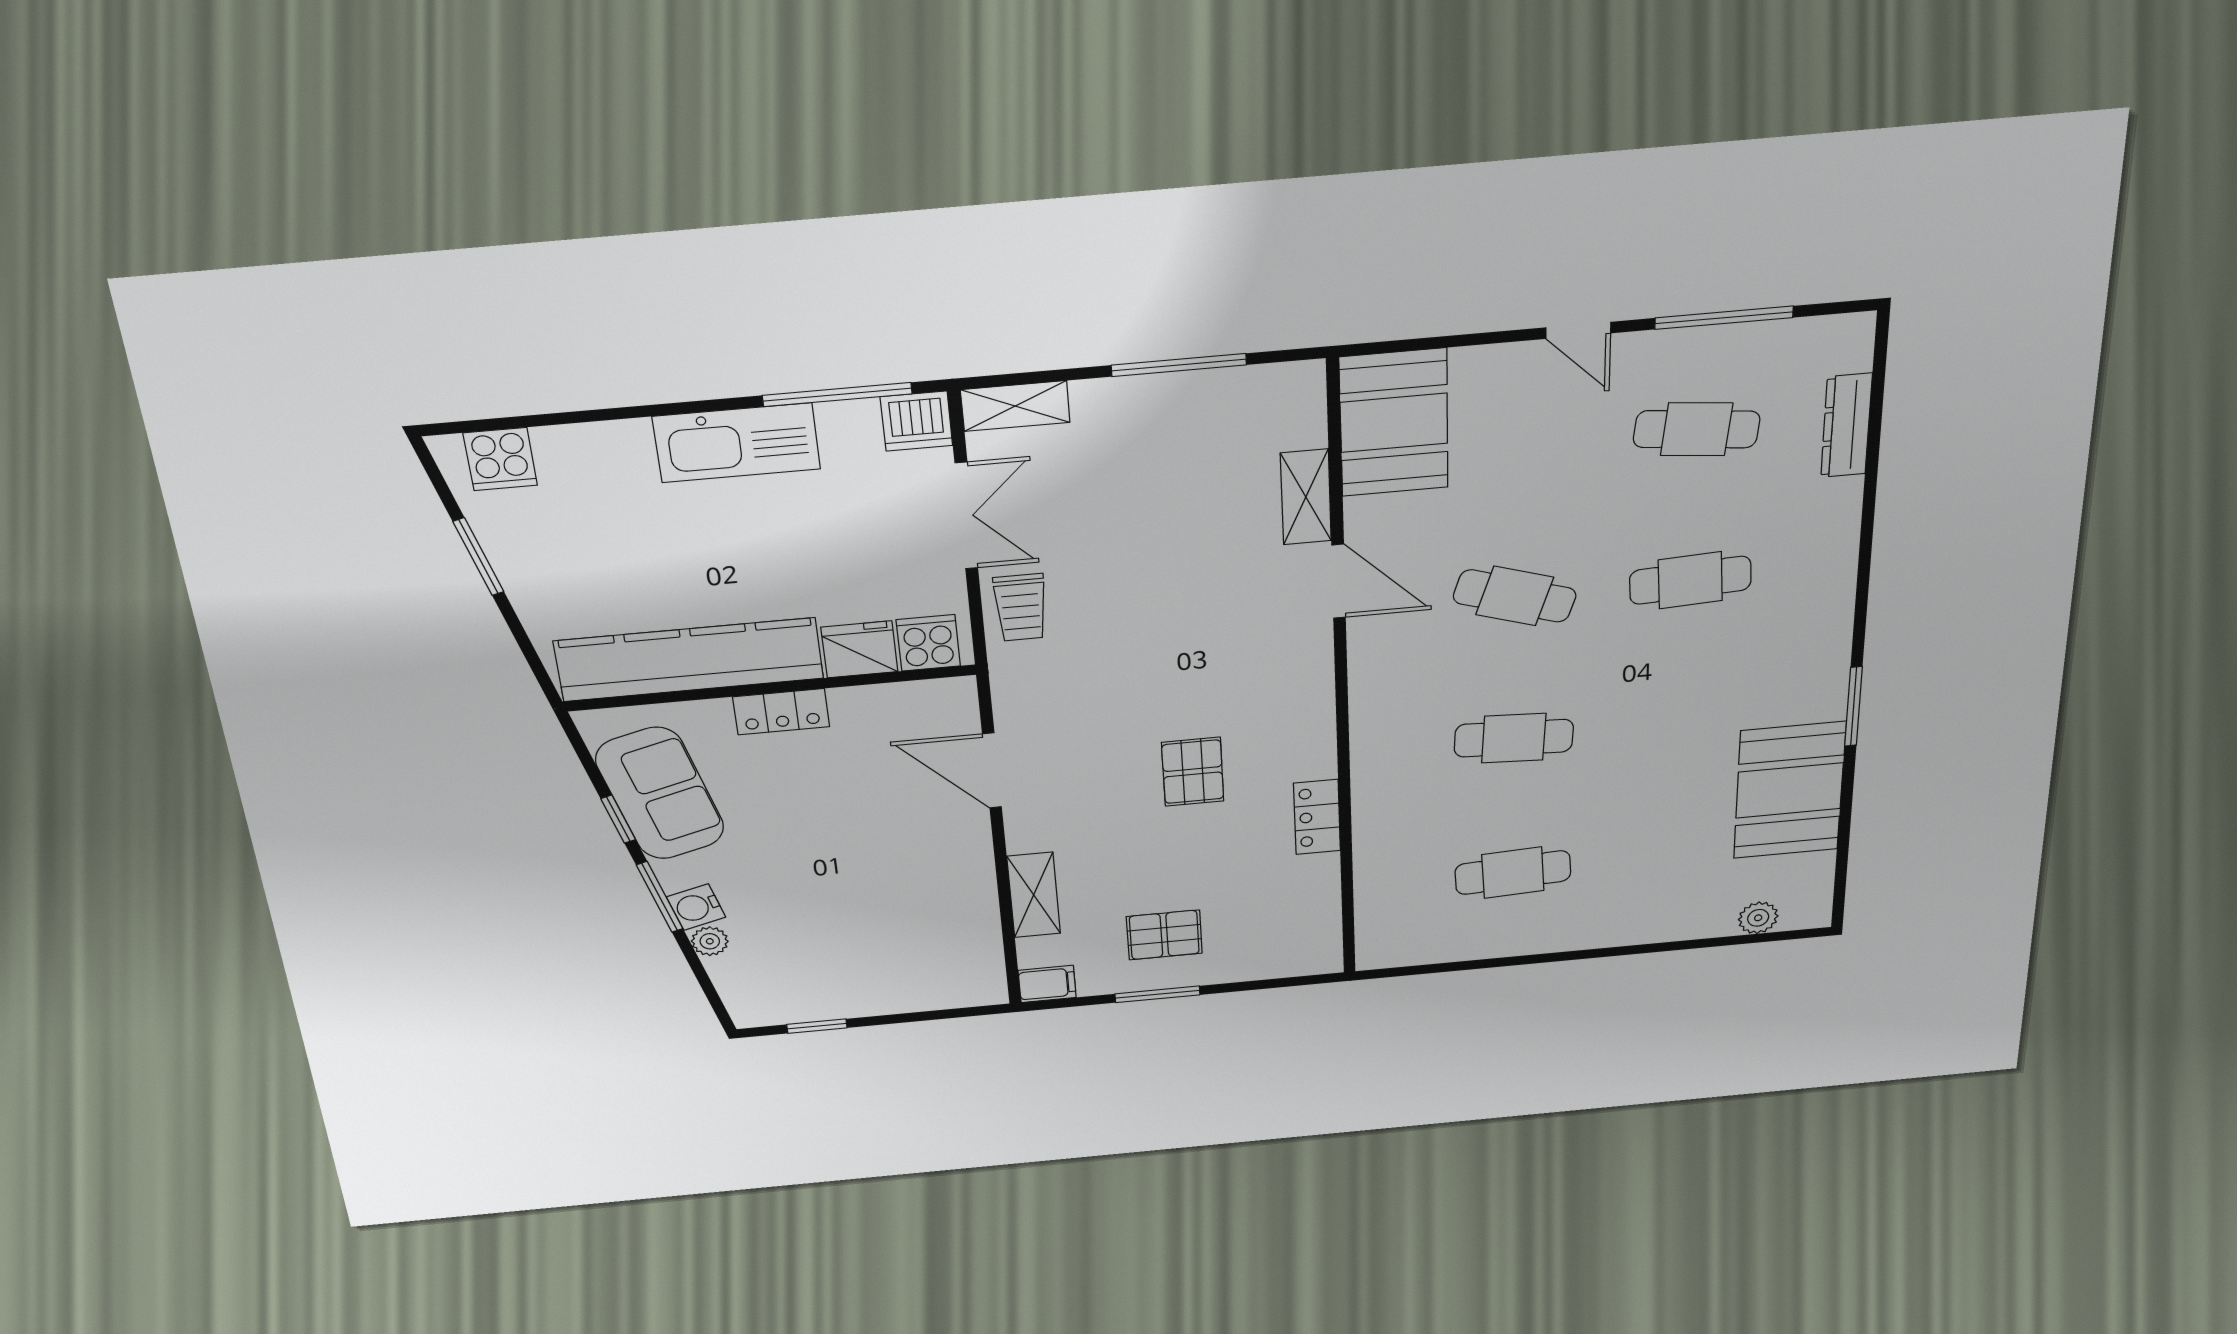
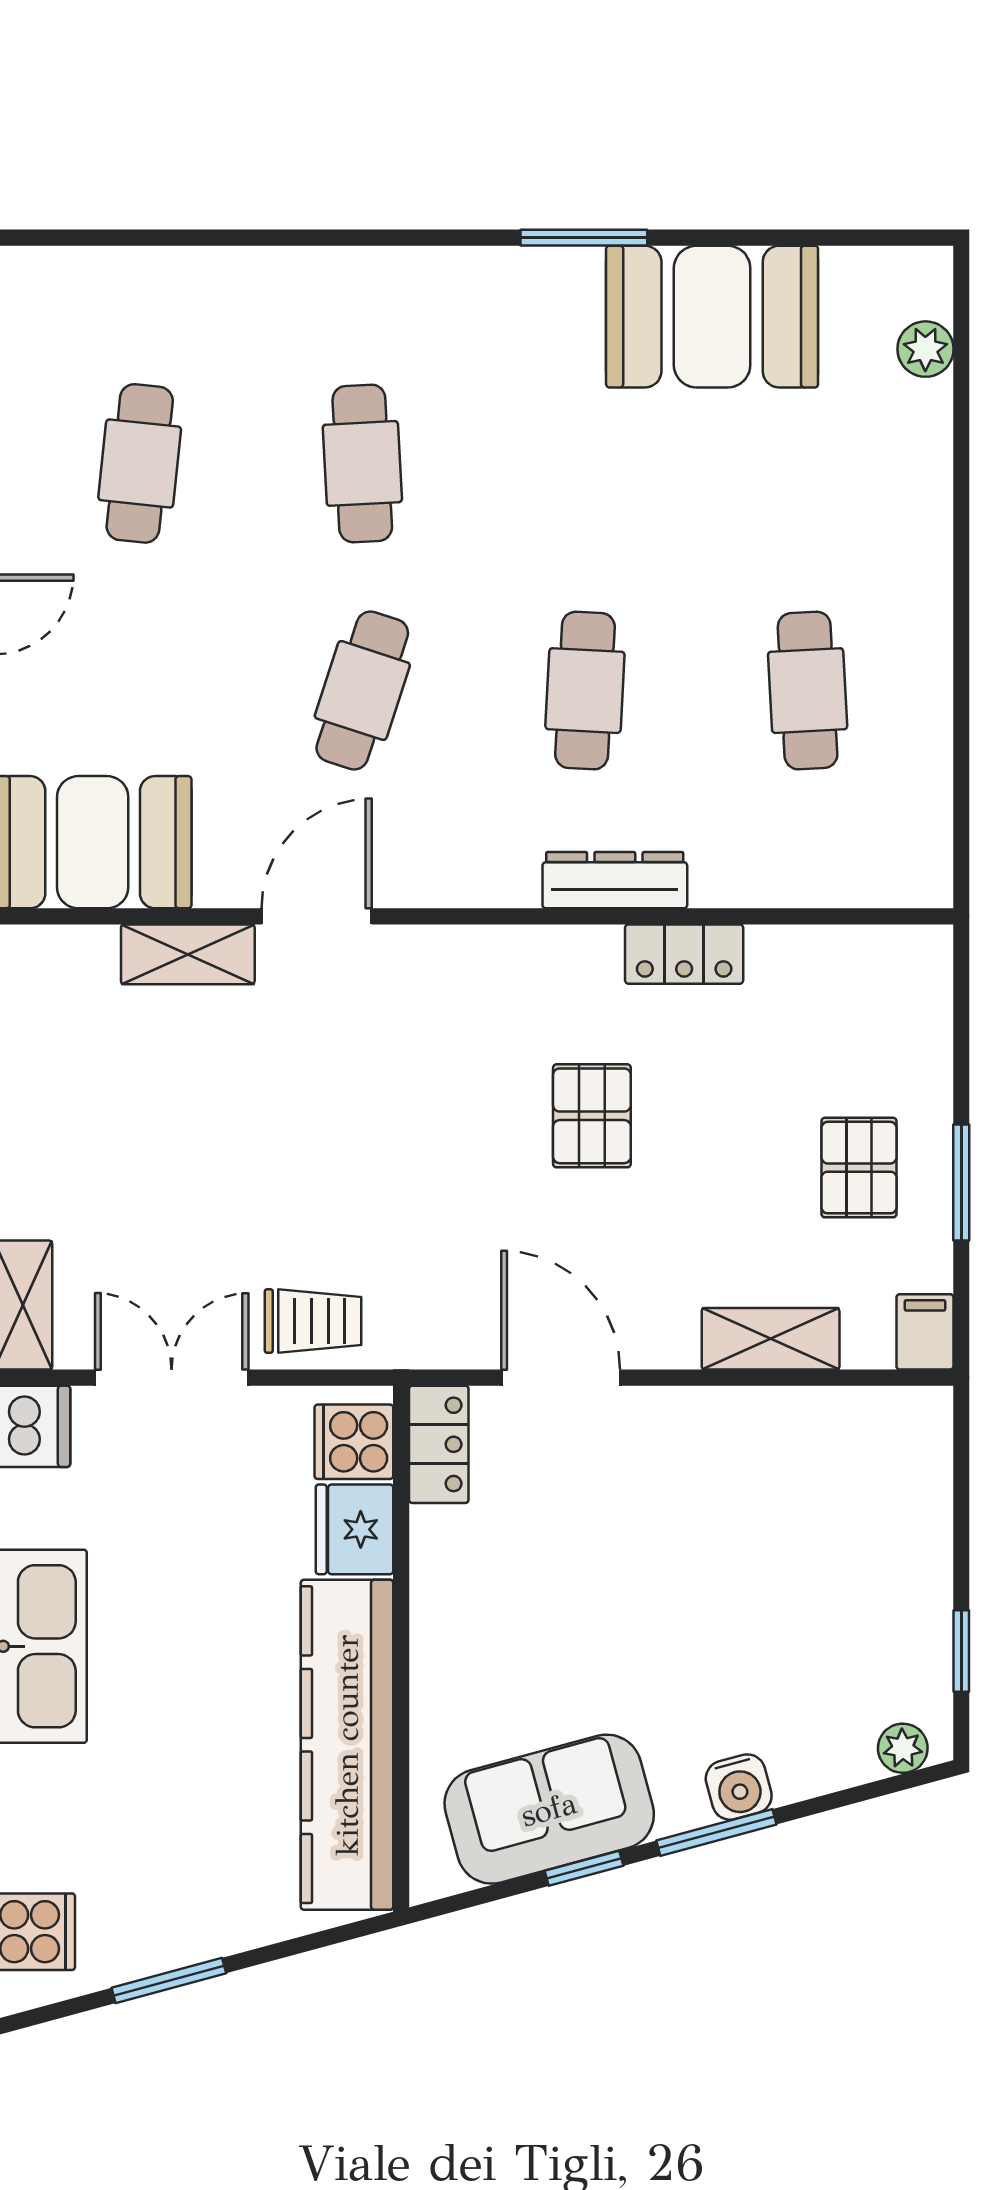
dresser: (1846, 425) -> (615, 880), moved, turned 180
locker: (781, 712) -> (439, 1444), moved
door: (992, 770) -> (561, 1378), swing flipped
pallet: (1193, 772) -> (592, 1116), turned 90
plant: (710, 941) -> (903, 1748), moved

